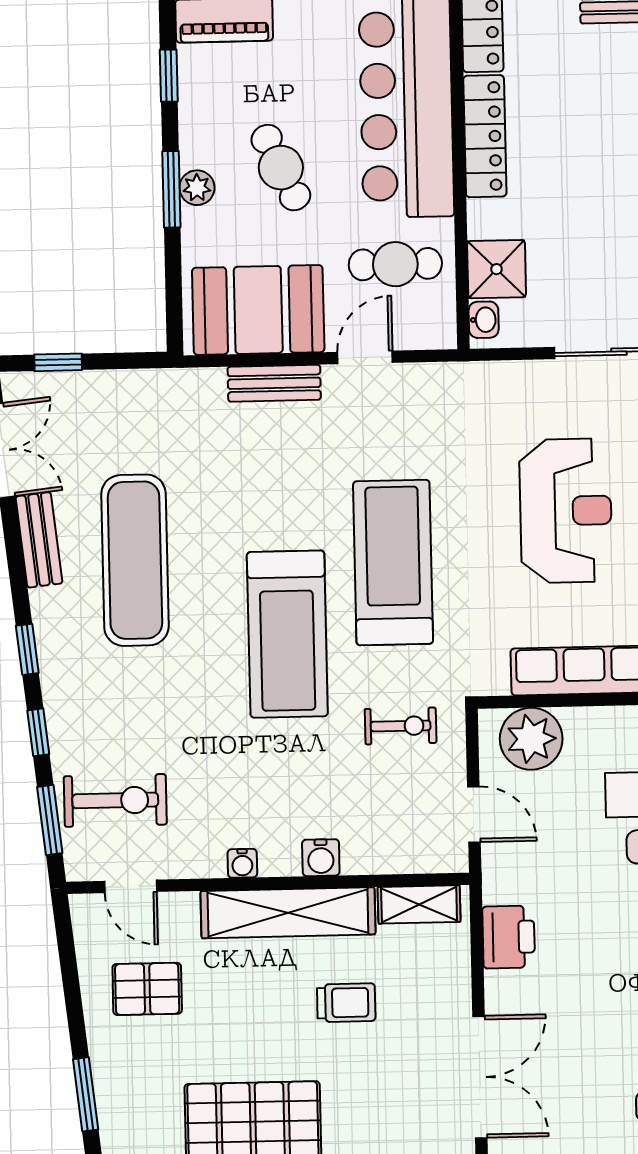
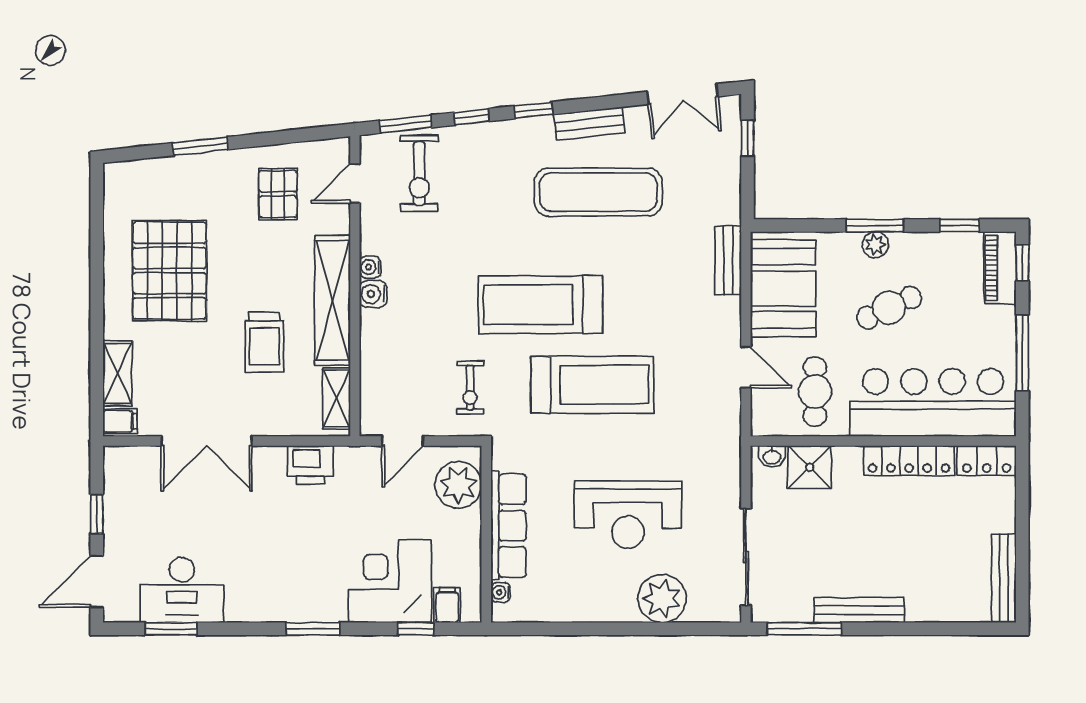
bench: (274, 383) -> (728, 260), moved
bench: (39, 540) -> (589, 124), moved
water cooler: (321, 858) -> (373, 294), moved
trolley: (346, 1003) -> (264, 342), width x1.36, depth x1.39

